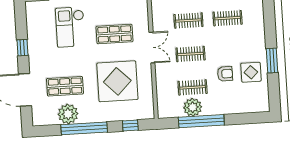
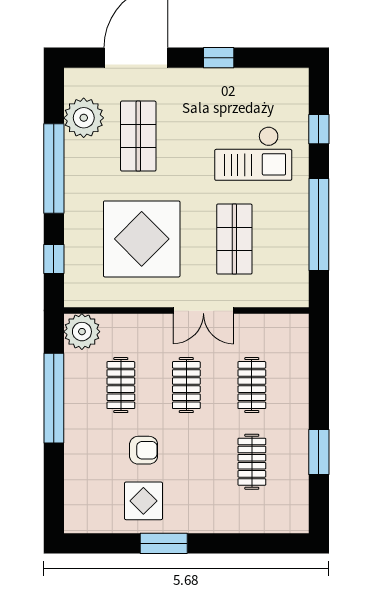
checkout: (70, 27) -> (253, 154), turned 180
armchair: (225, 74) -> (144, 450), turned -90
plant: (193, 107) -> (82, 332), moved
plant: (68, 114) -> (84, 118), moved

